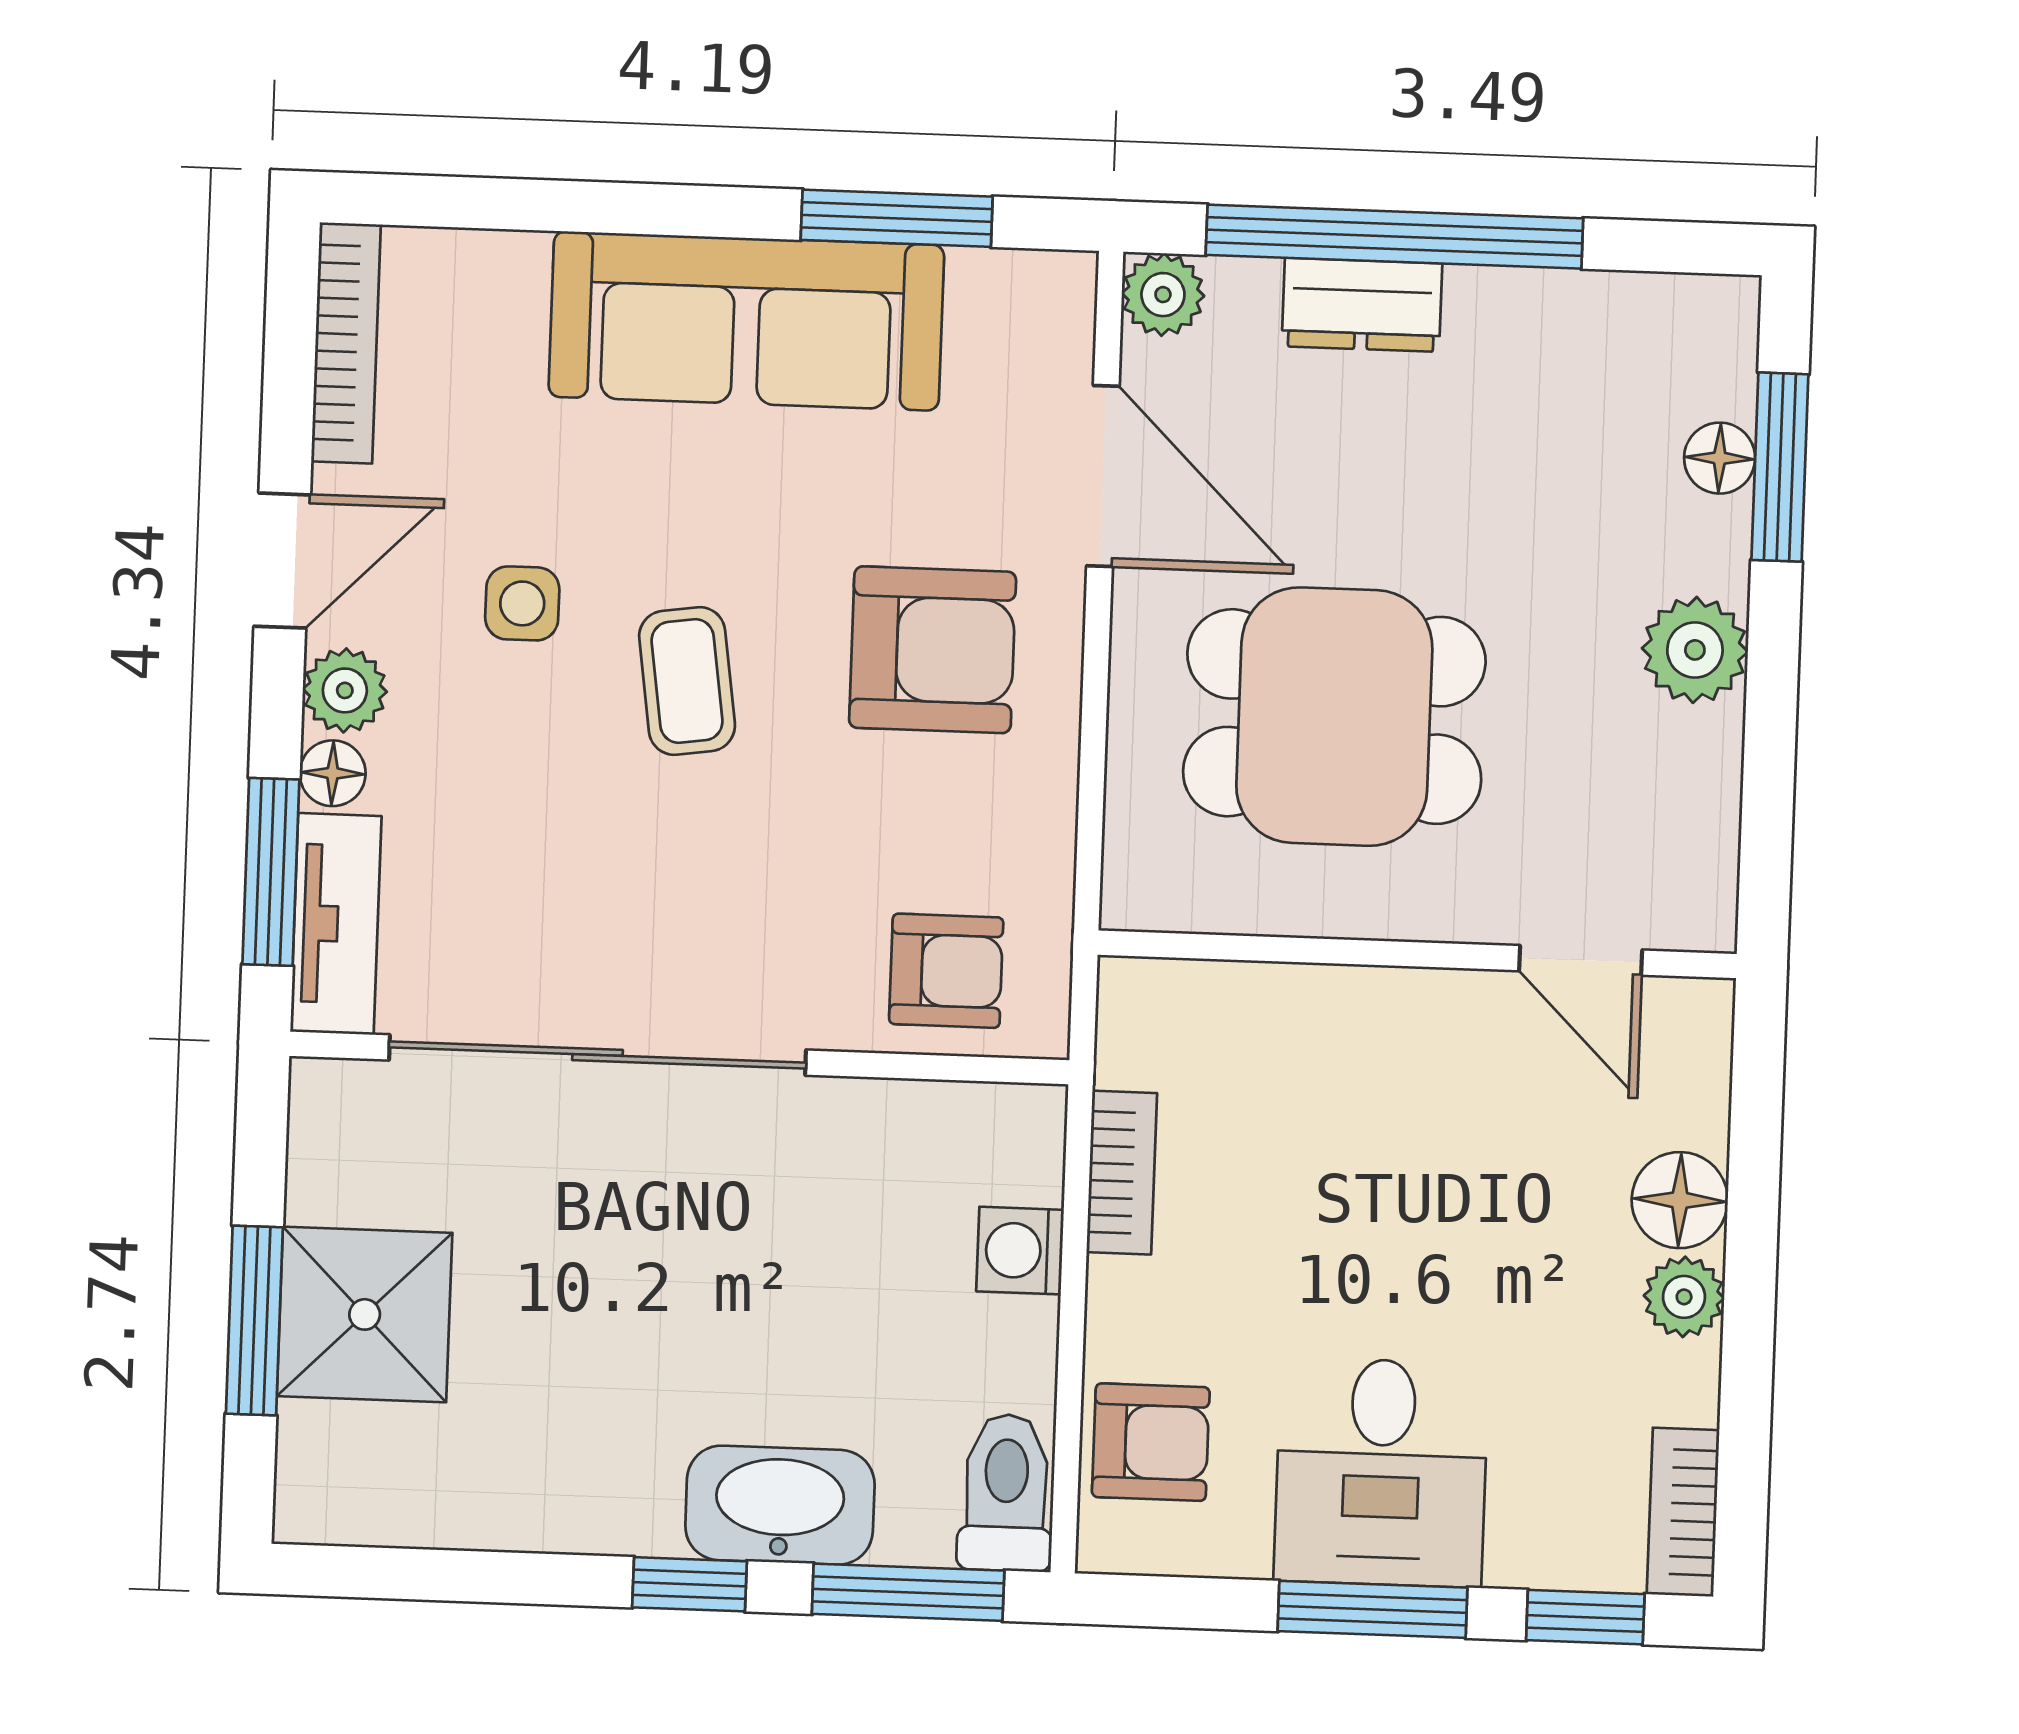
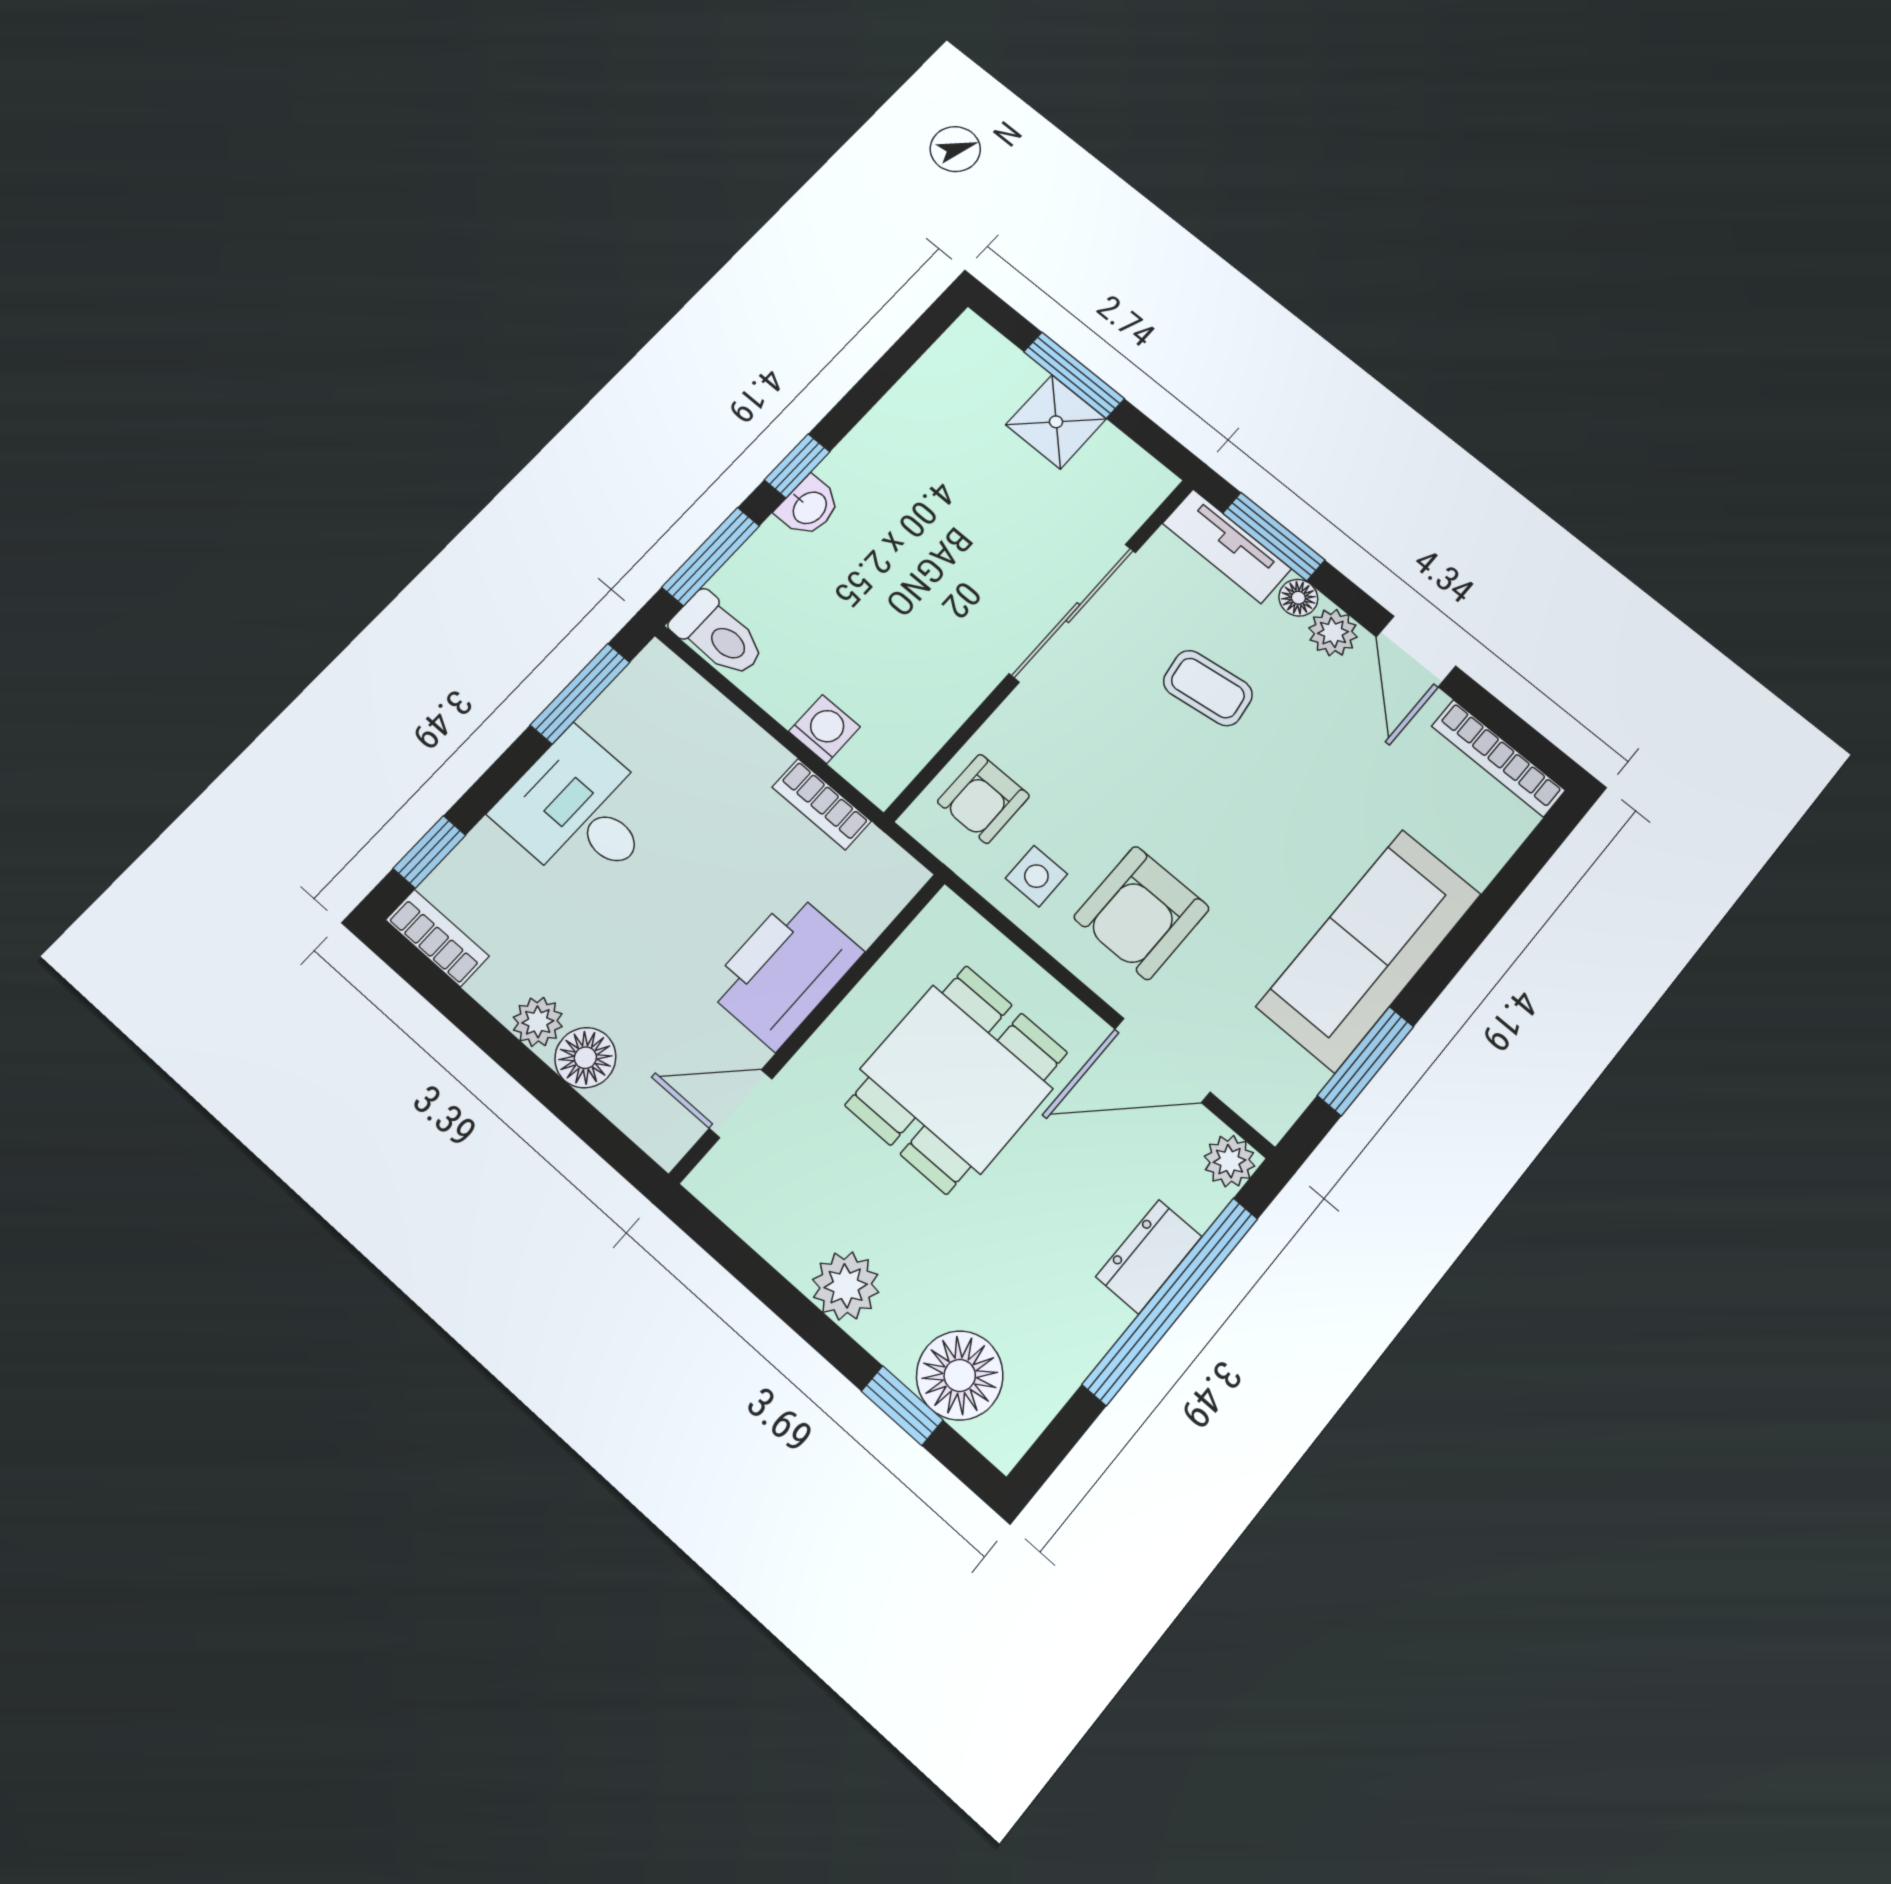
floor lamp: (1720, 458) -> (960, 1375), width x1.89, depth x1.89
window: (1780, 467) -> (902, 1406), width x0.67
side table: (522, 603) -> (1036, 876), moved
coffee table: (687, 681) -> (1208, 688), moved
printer: (1373, 1043) -> (785, 971), added
sliding door: (598, 1055) -> (1073, 613), width x0.73
shower: (365, 1314) -> (1056, 422), width x0.73, depth x0.73
armchair: (1151, 1442) -> (685, 718), removed
washbasin: (780, 1505) -> (809, 507), width x0.52, depth x0.69
window: (1373, 1609) -> (580, 694), moved

